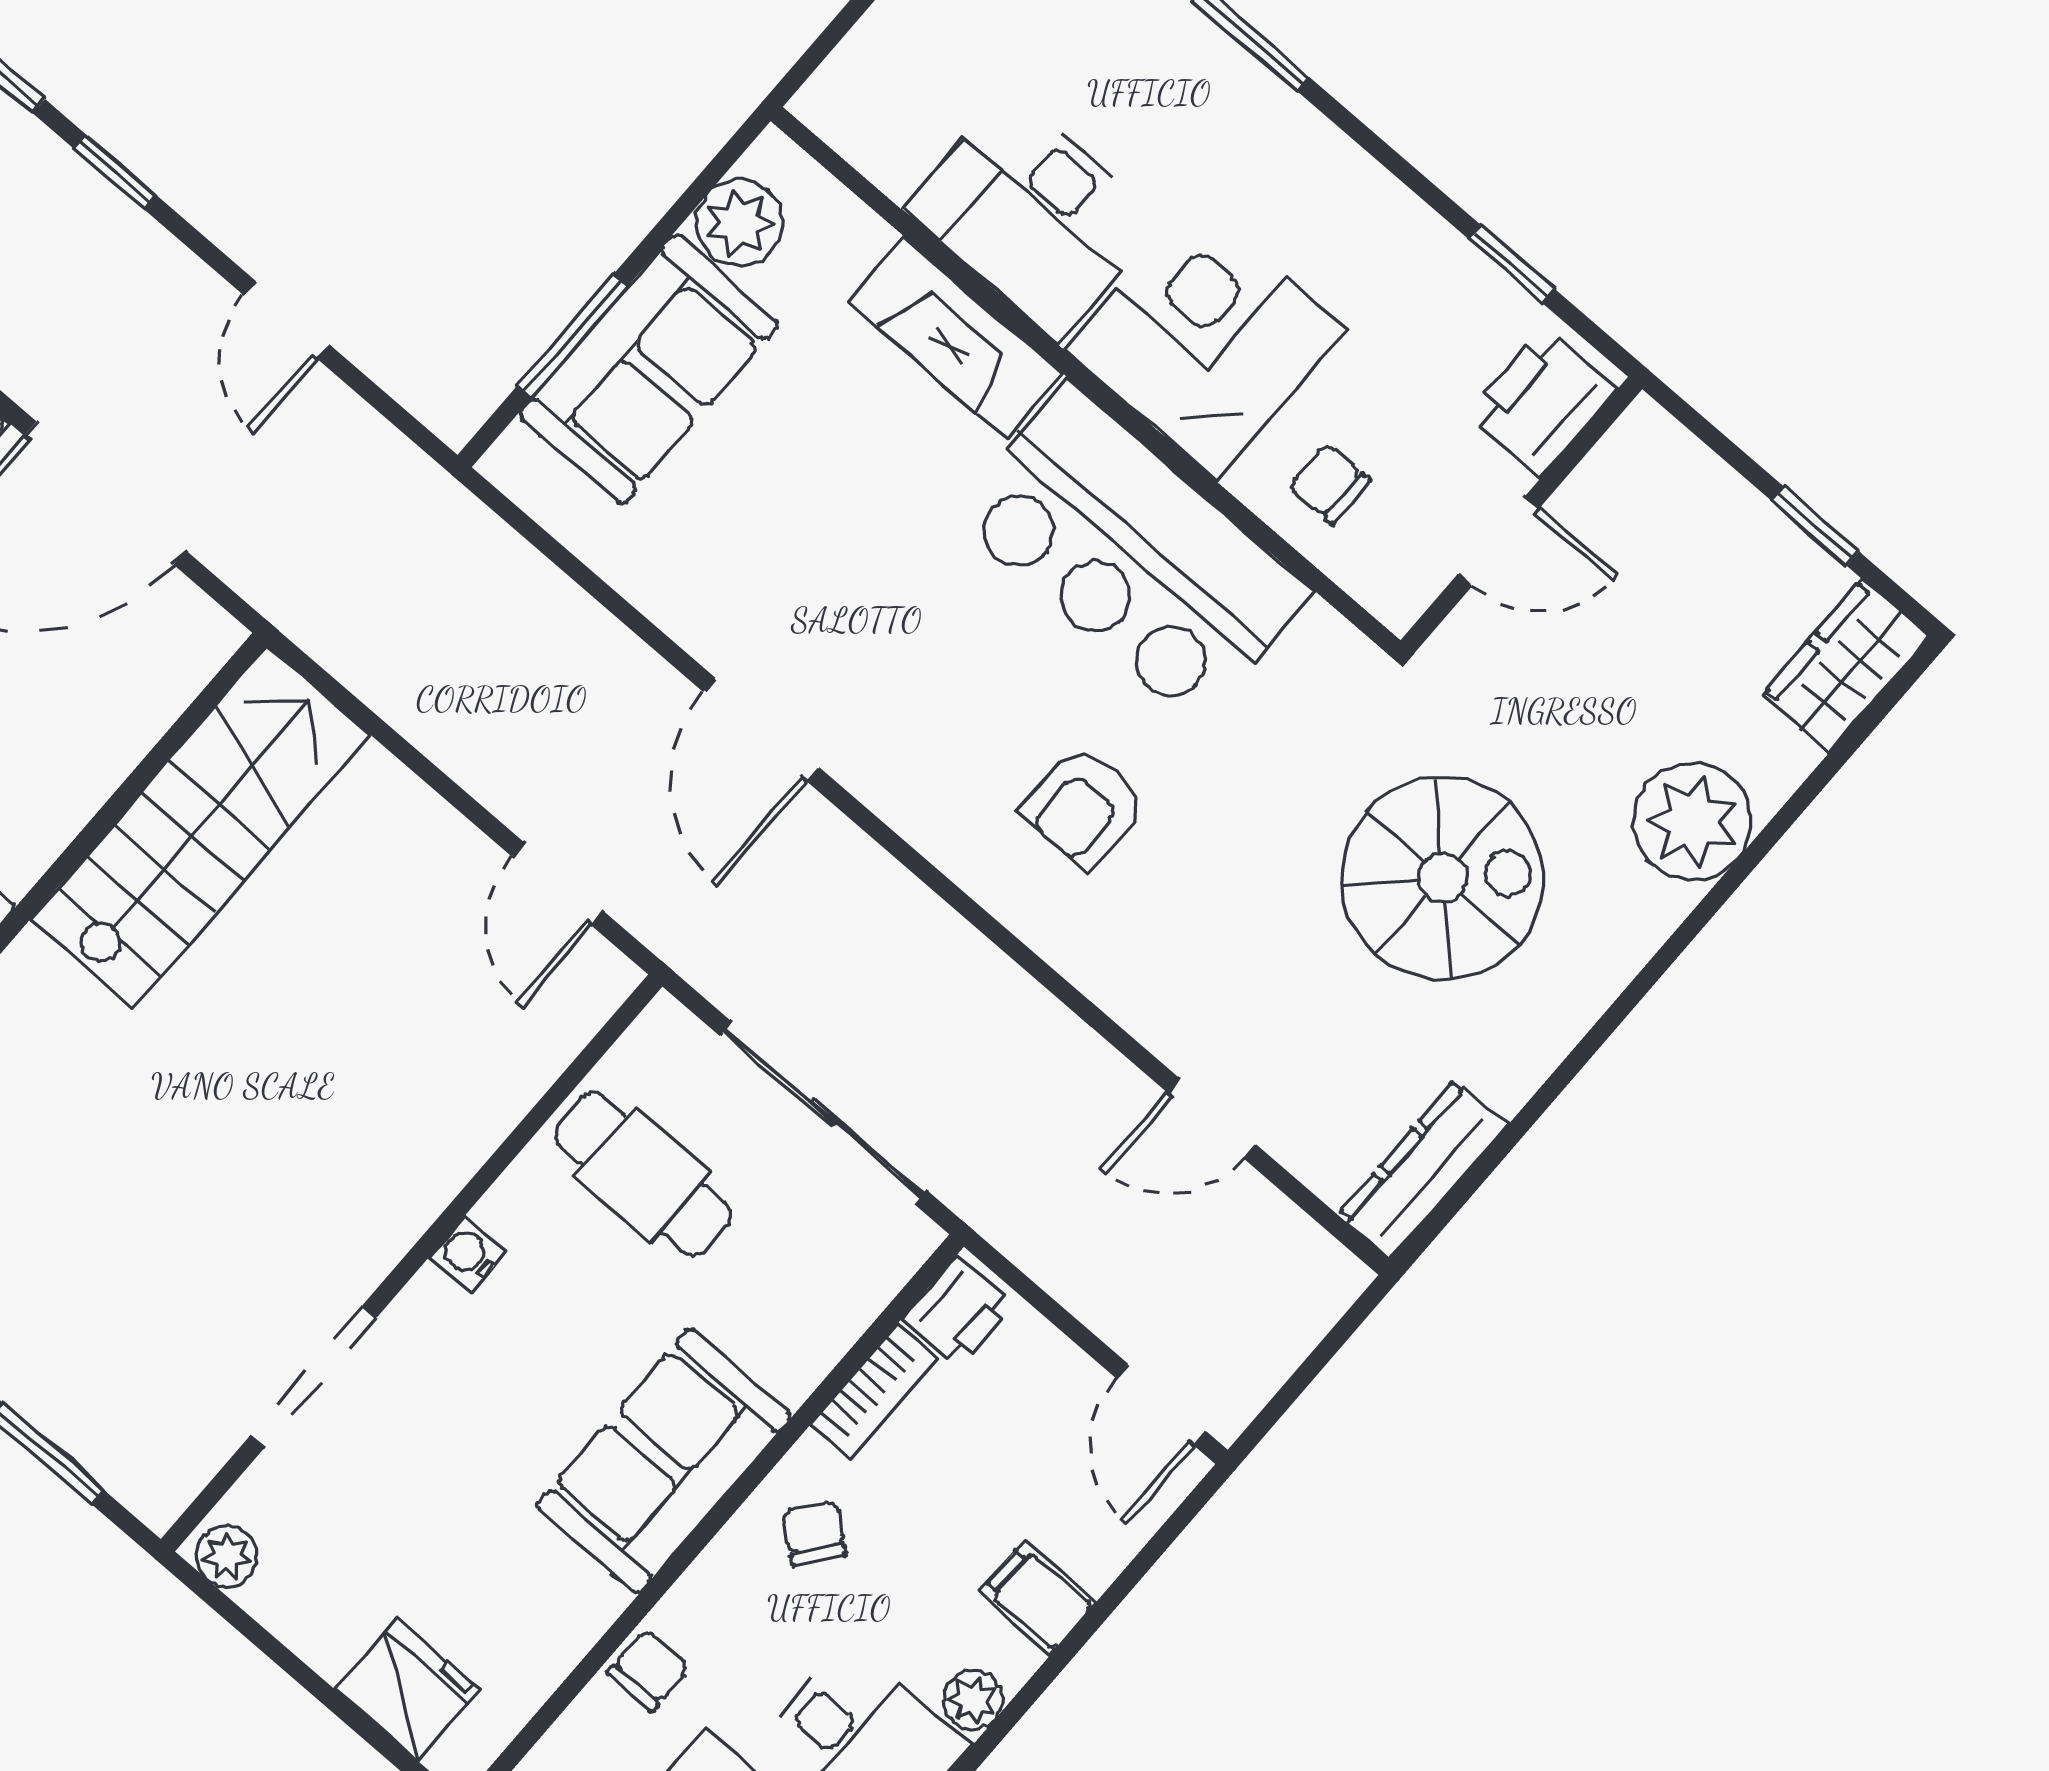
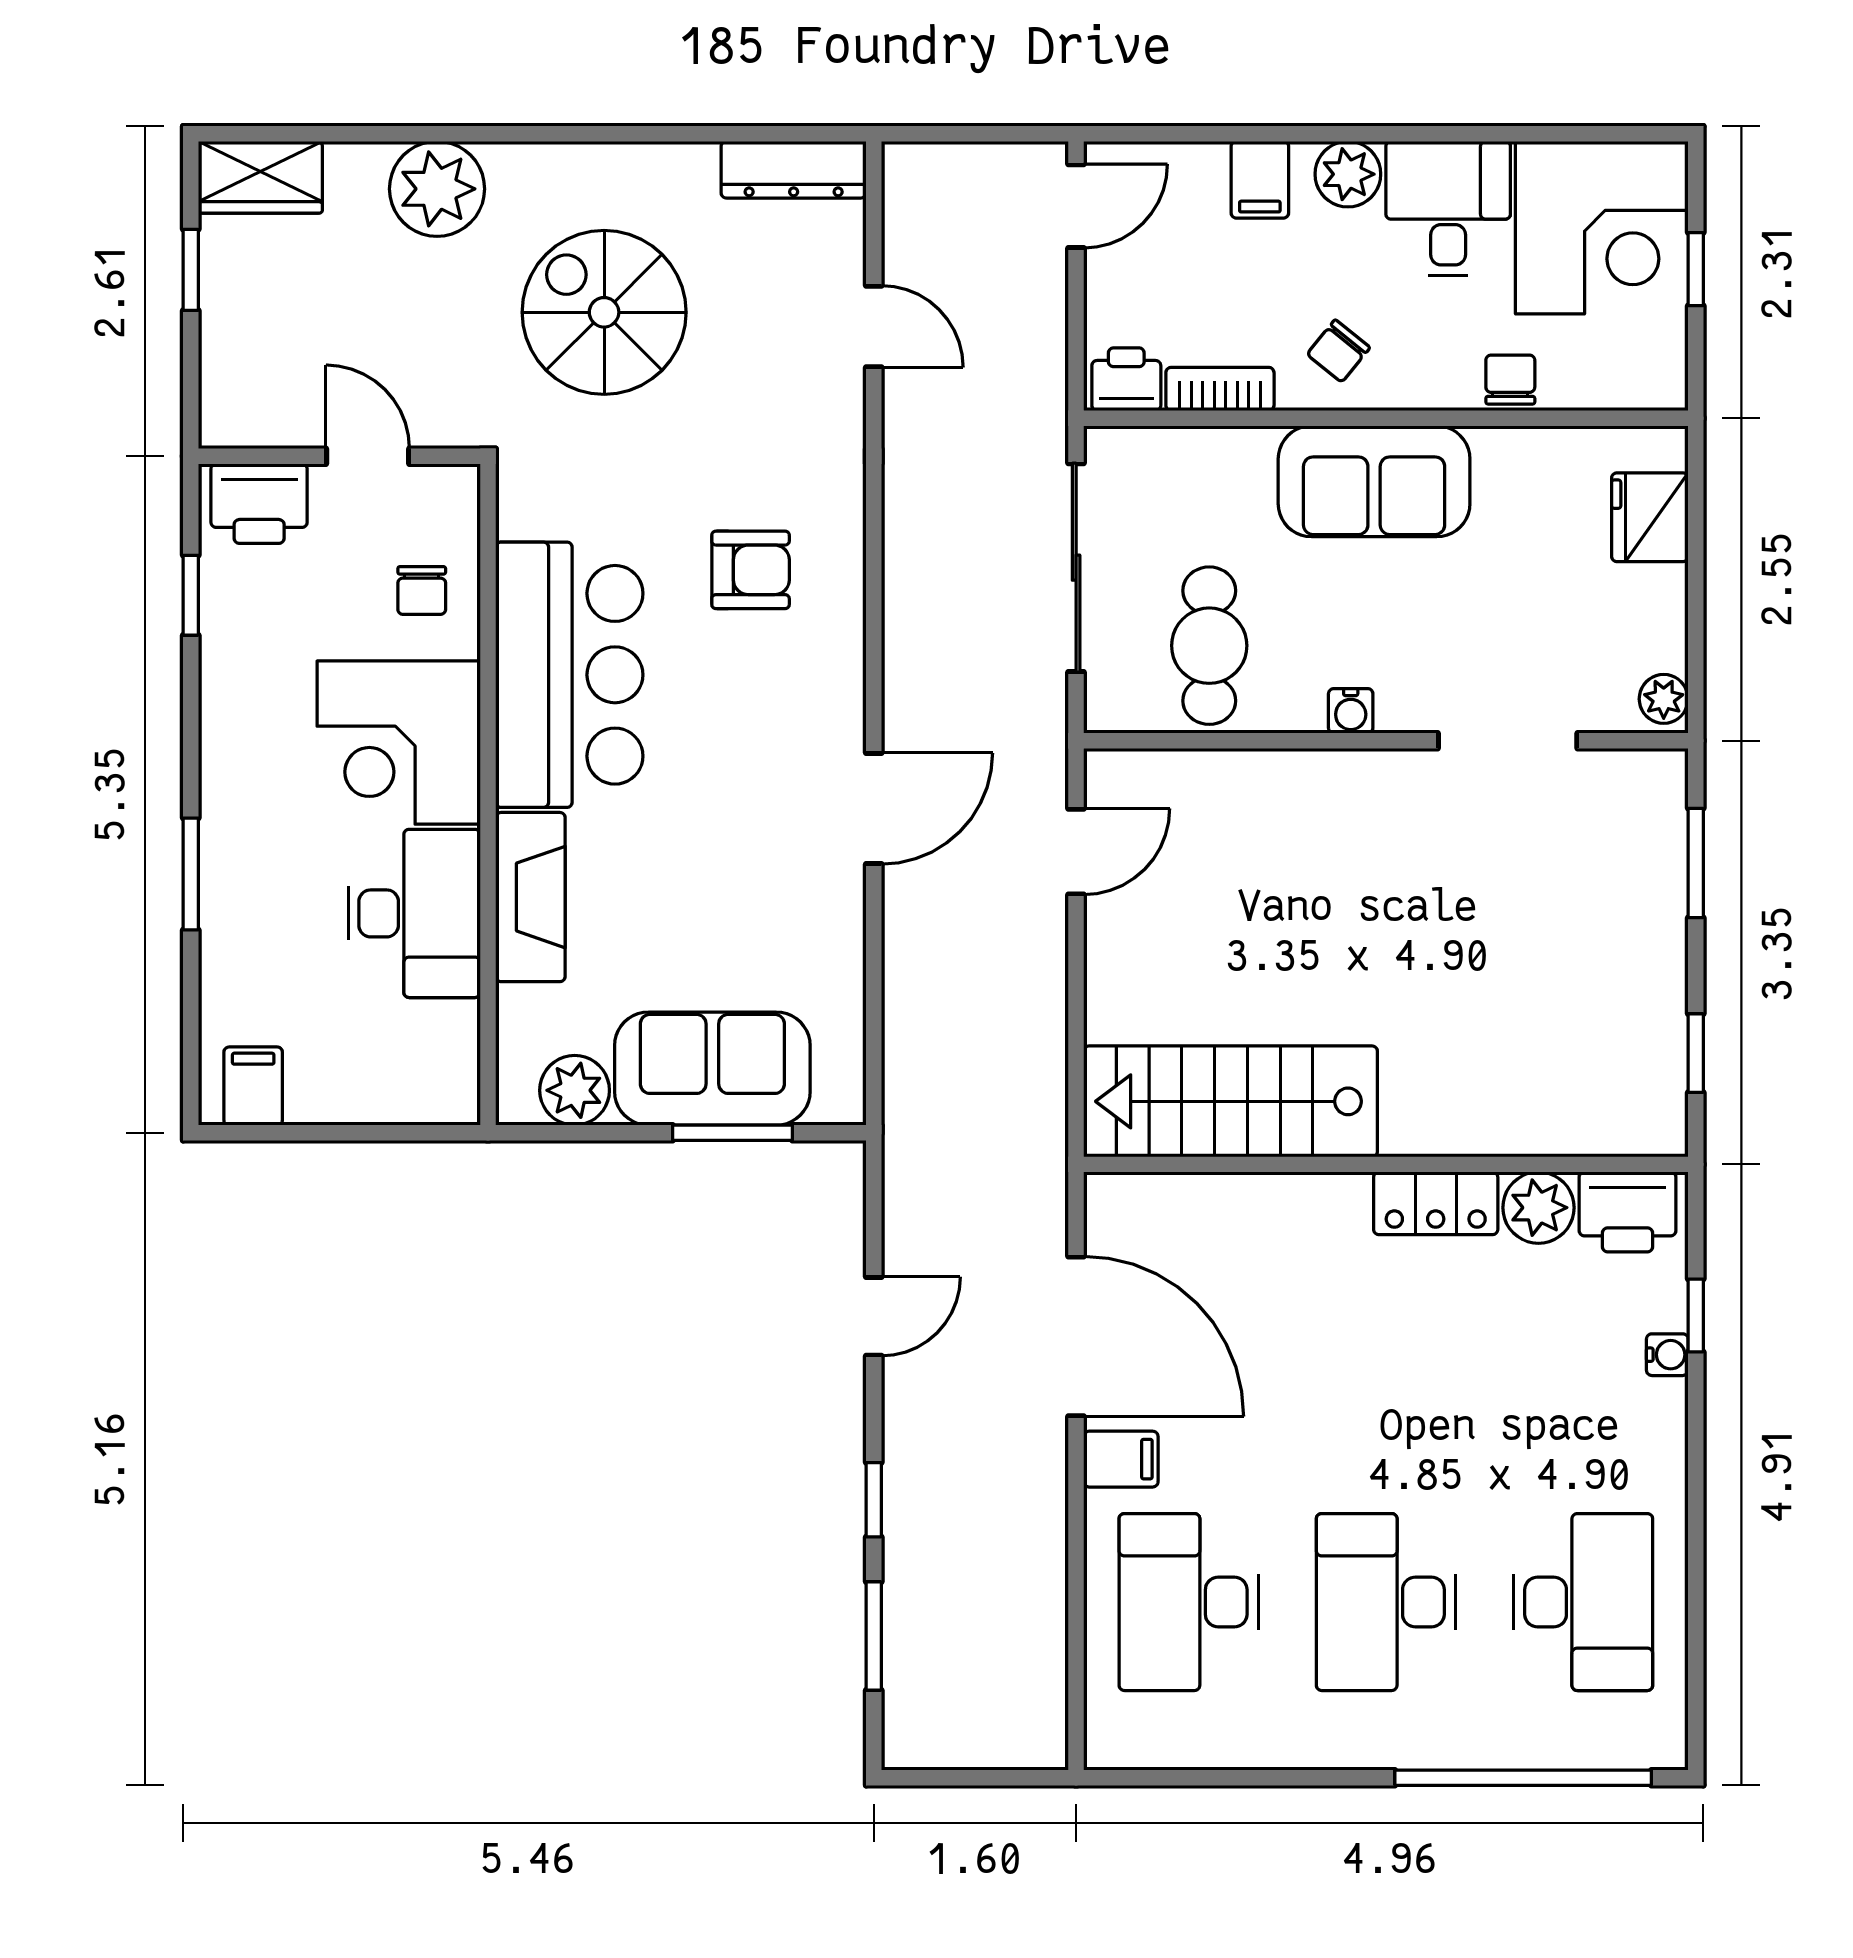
chair: (649, 1670) -> (1510, 380), turned 90
plant: (973, 1700) -> (1348, 174), width x1.38, depth x1.38

